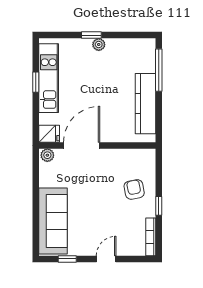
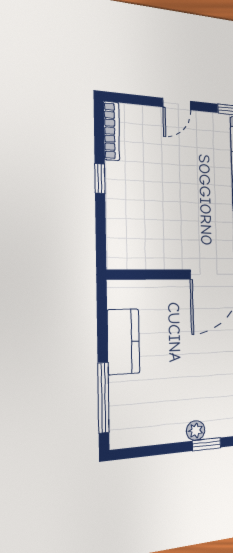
kitchen counter: (146, 104) -> (123, 341), width x0.67
armchair: (134, 189) -> (138, 206), removed

